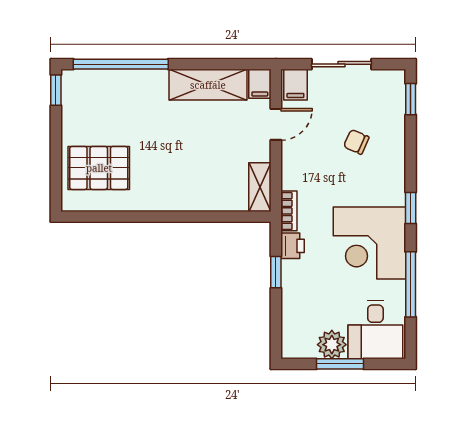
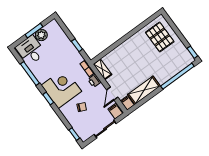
pallet: (99, 168) -> (160, 37), turned 90
corner desk: (370, 243) -> (61, 88), moved
printer: (292, 246) -> (94, 81), moved

